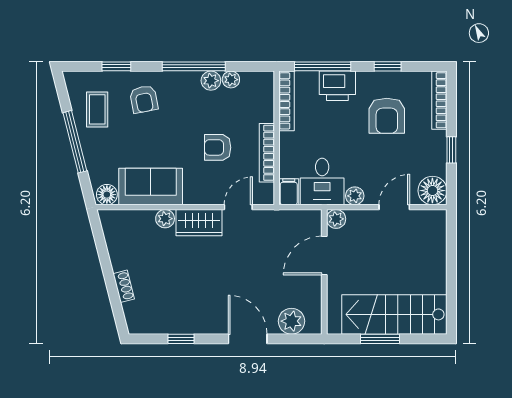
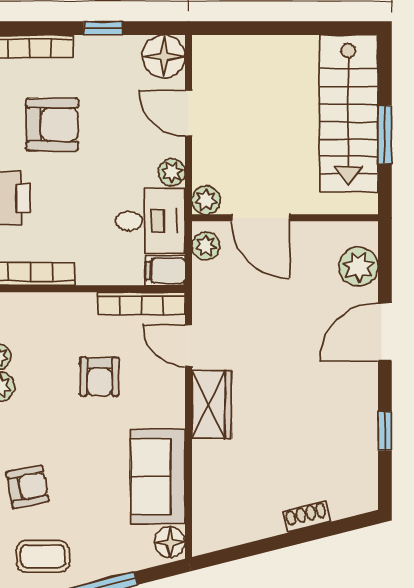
bookcase: (267, 153) -> (141, 303), moved
plant: (165, 219) -> (206, 246), moved

